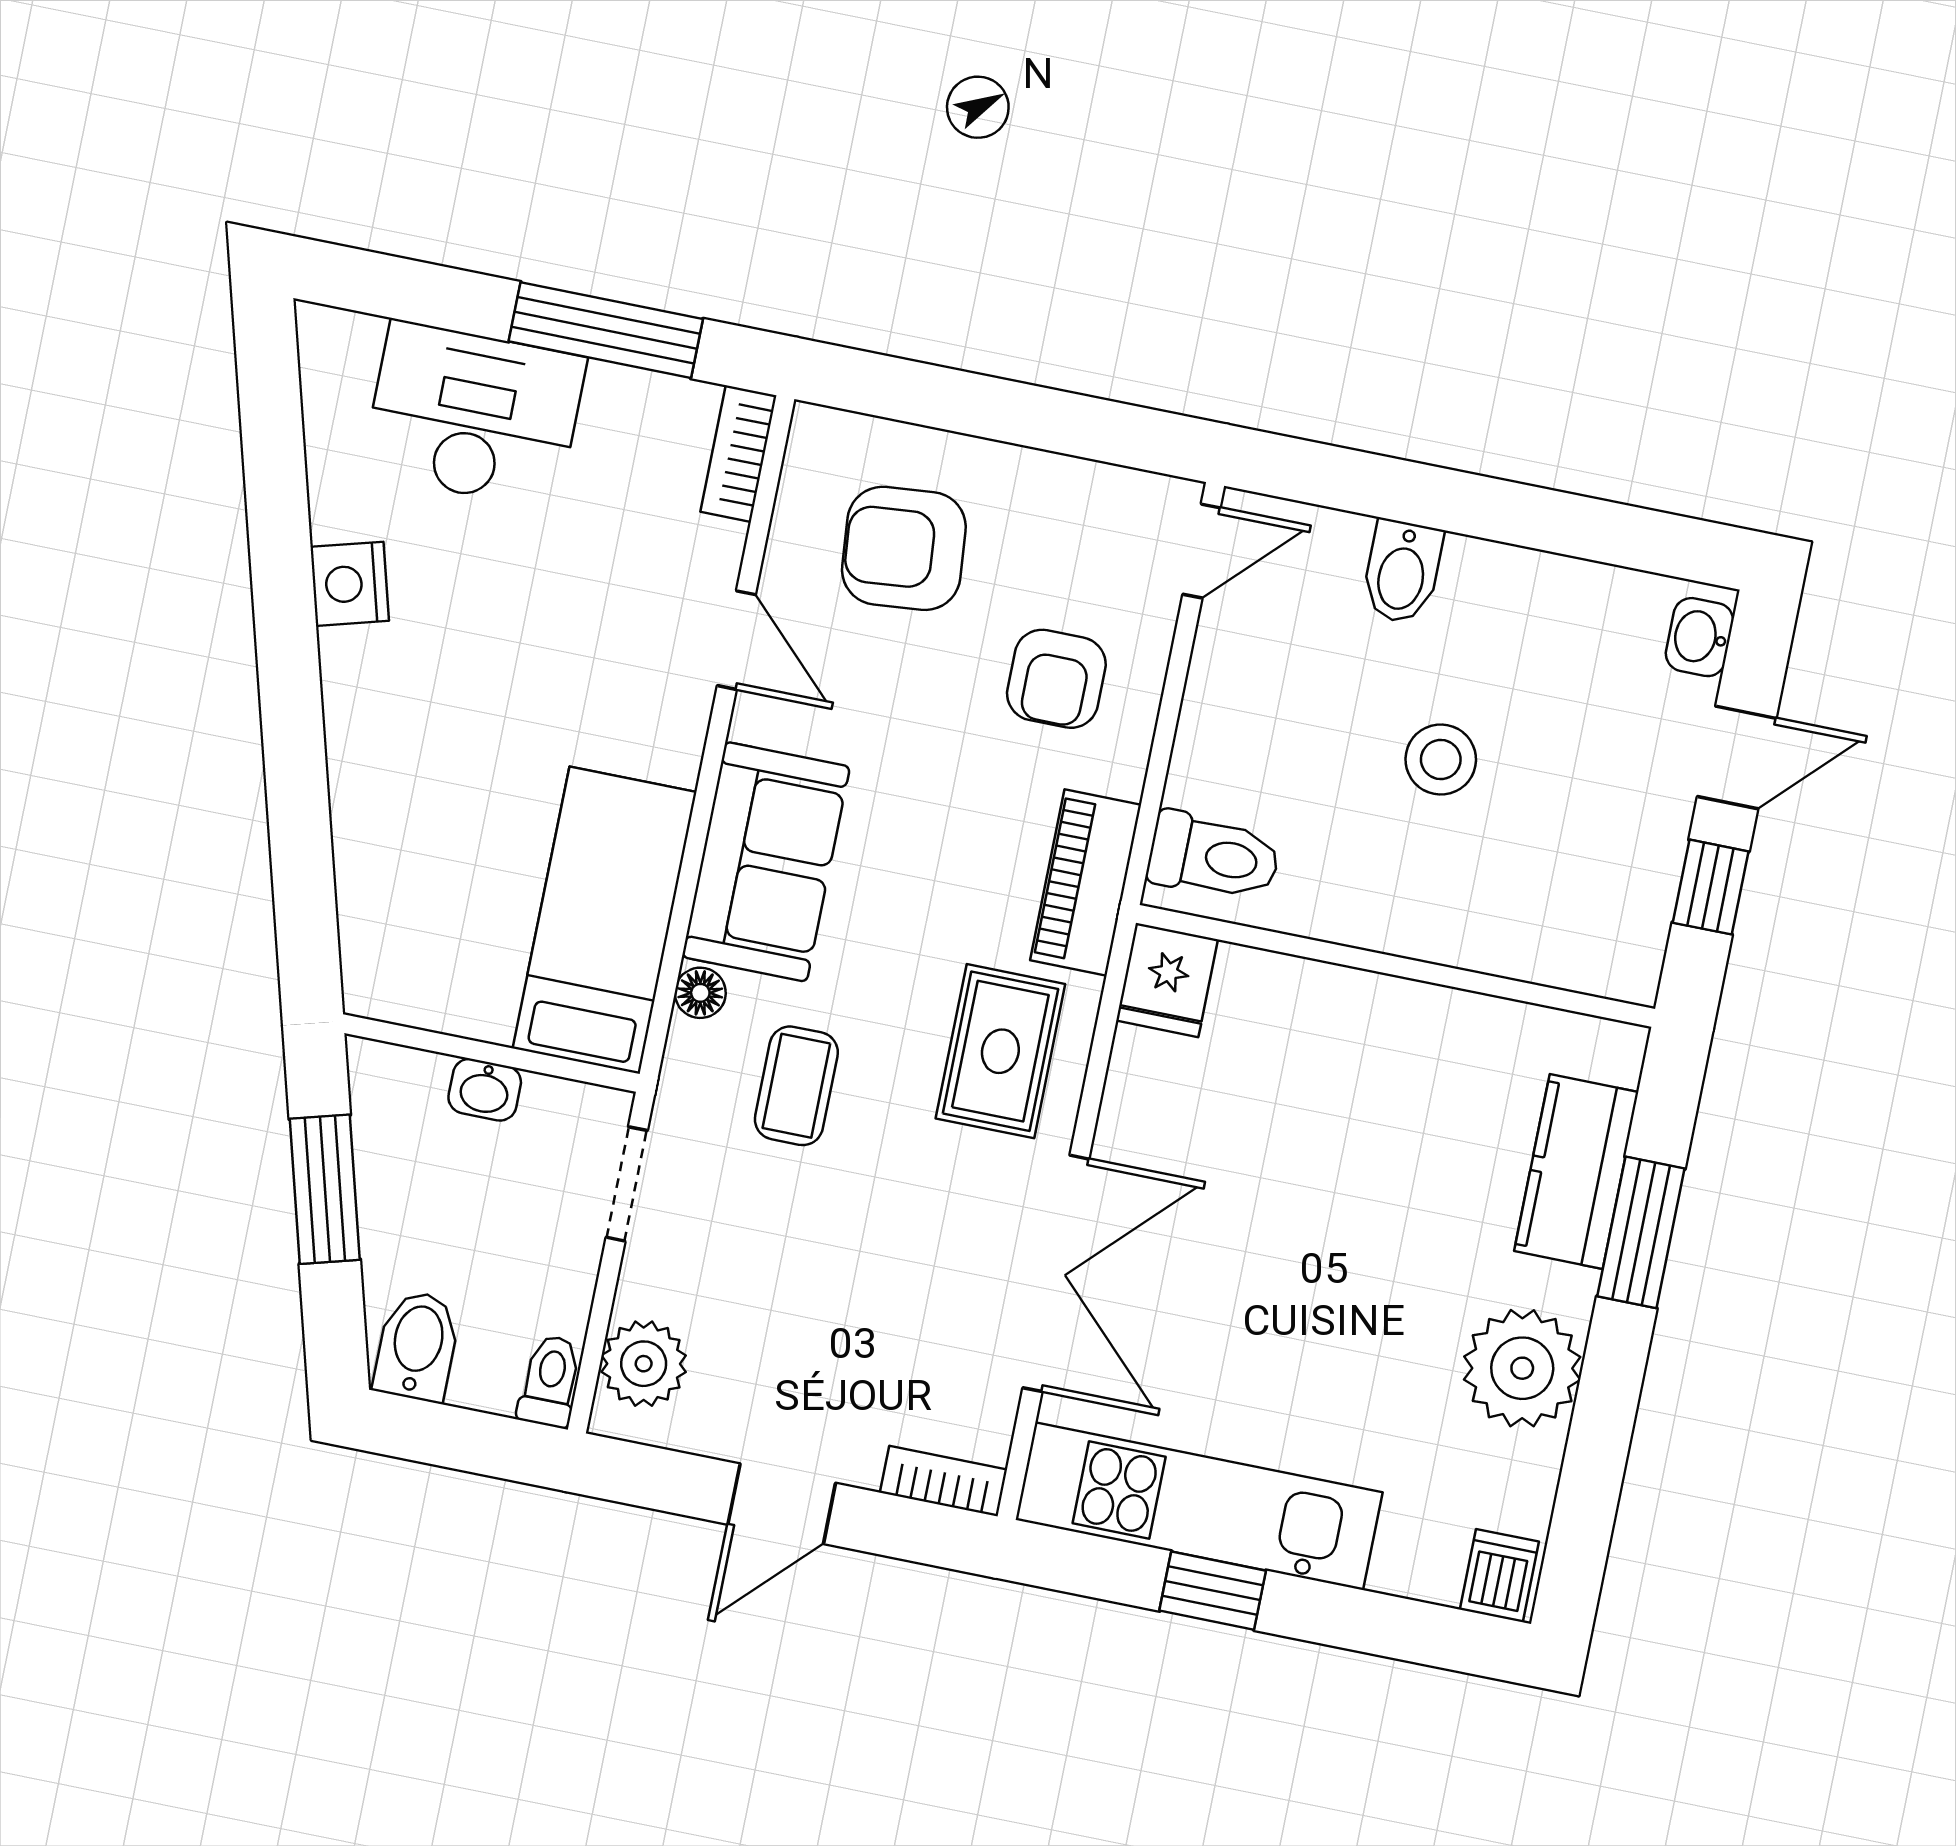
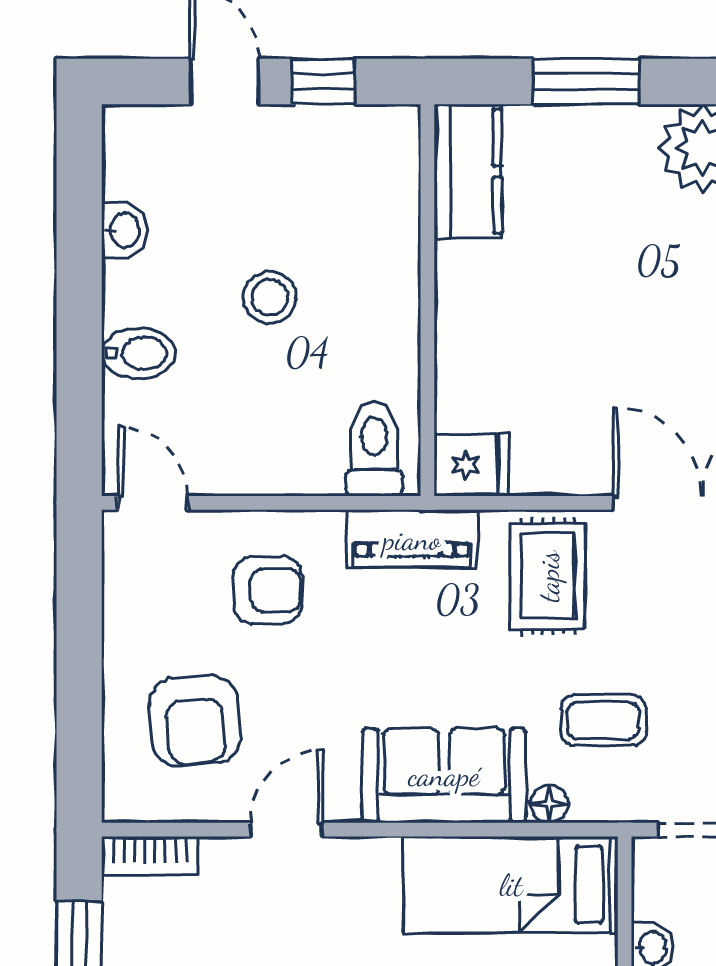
washbasin: (1700, 637) -> (124, 230), moved, turned -90
rug: (1000, 1051) -> (548, 576), turned 90
kitchen counter: (1576, 1172) -> (468, 171), moved, turned -90

